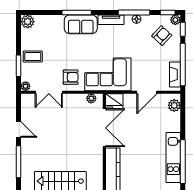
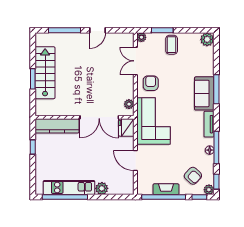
fireplace: (175, 75) -> (166, 189), moved
armchair: (71, 77) -> (151, 83), turned 180
plant: (174, 105) -> (102, 188), moved

